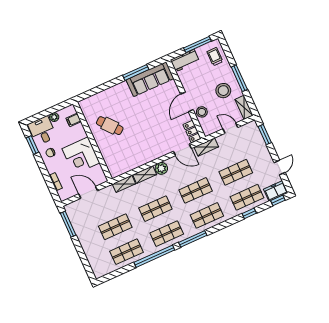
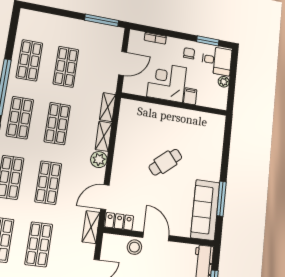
filing cabinet: (74, 120) -> (190, 96), moved
cafe table: (110, 126) -> (165, 162), moved

